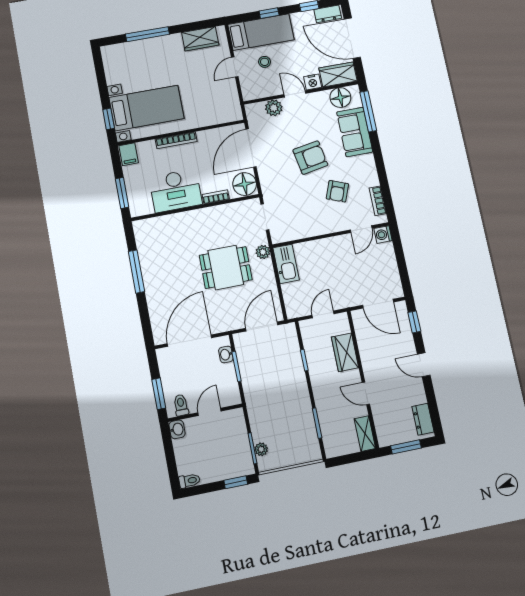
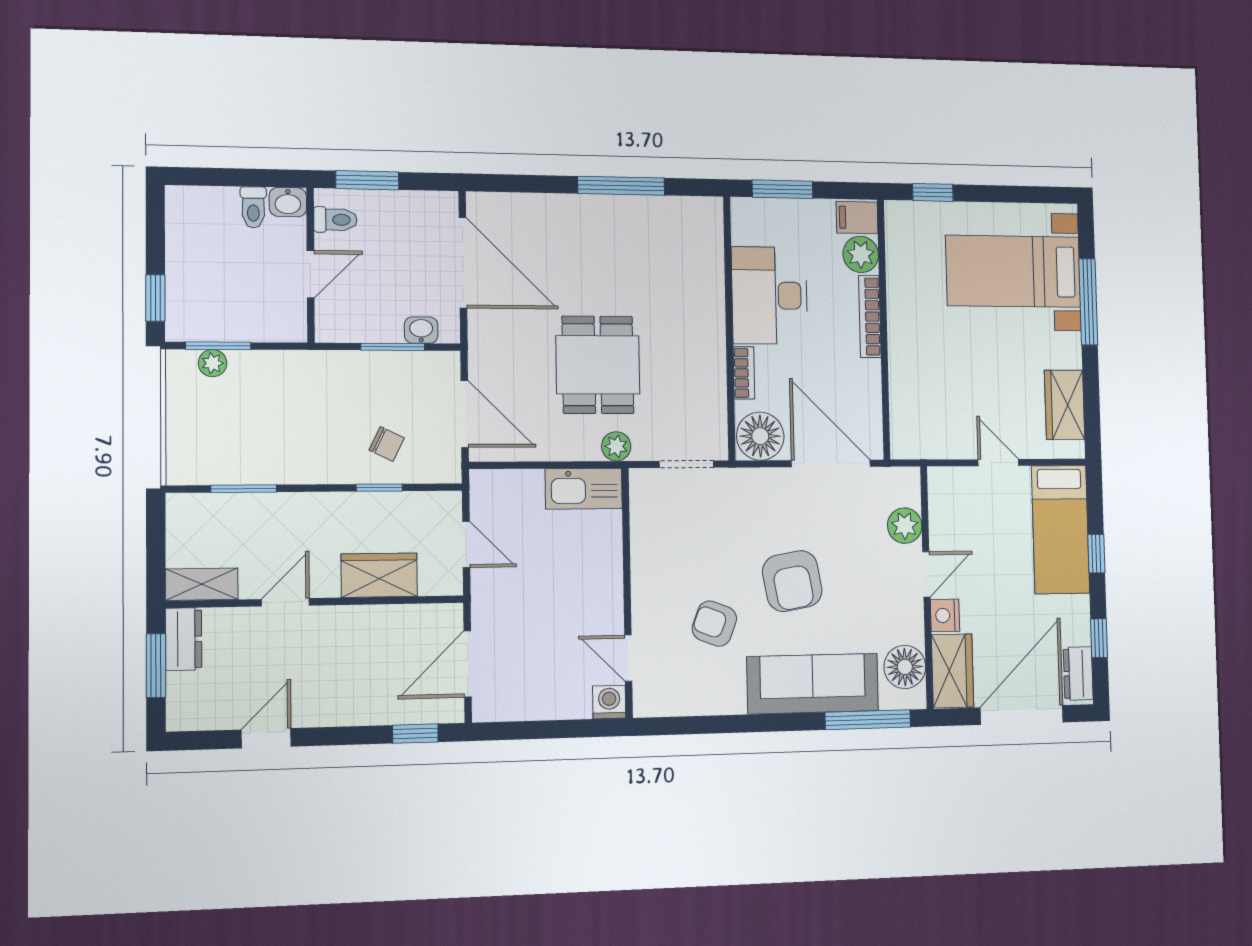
stool: (265, 62) -> (1000, 525), removed
bed with nightstands: (147, 108) -> (1013, 271), moved, turned 90
sofa: (355, 132) -> (813, 684), width x1.36
plant: (146, 150) -> (861, 254), added
bookcase: (378, 201) -> (681, 704), removed
chair: (283, 361) -> (387, 444), added
door: (424, 365) -> (266, 738), moved
door: (210, 412) -> (311, 274), hinge flipped
dresser: (423, 419) -> (184, 639), moved, turned 90
toilet: (189, 481) -> (253, 207), moved

